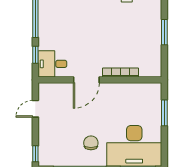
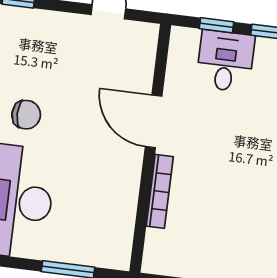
desk: (52, 64) -> (225, 61), moved

